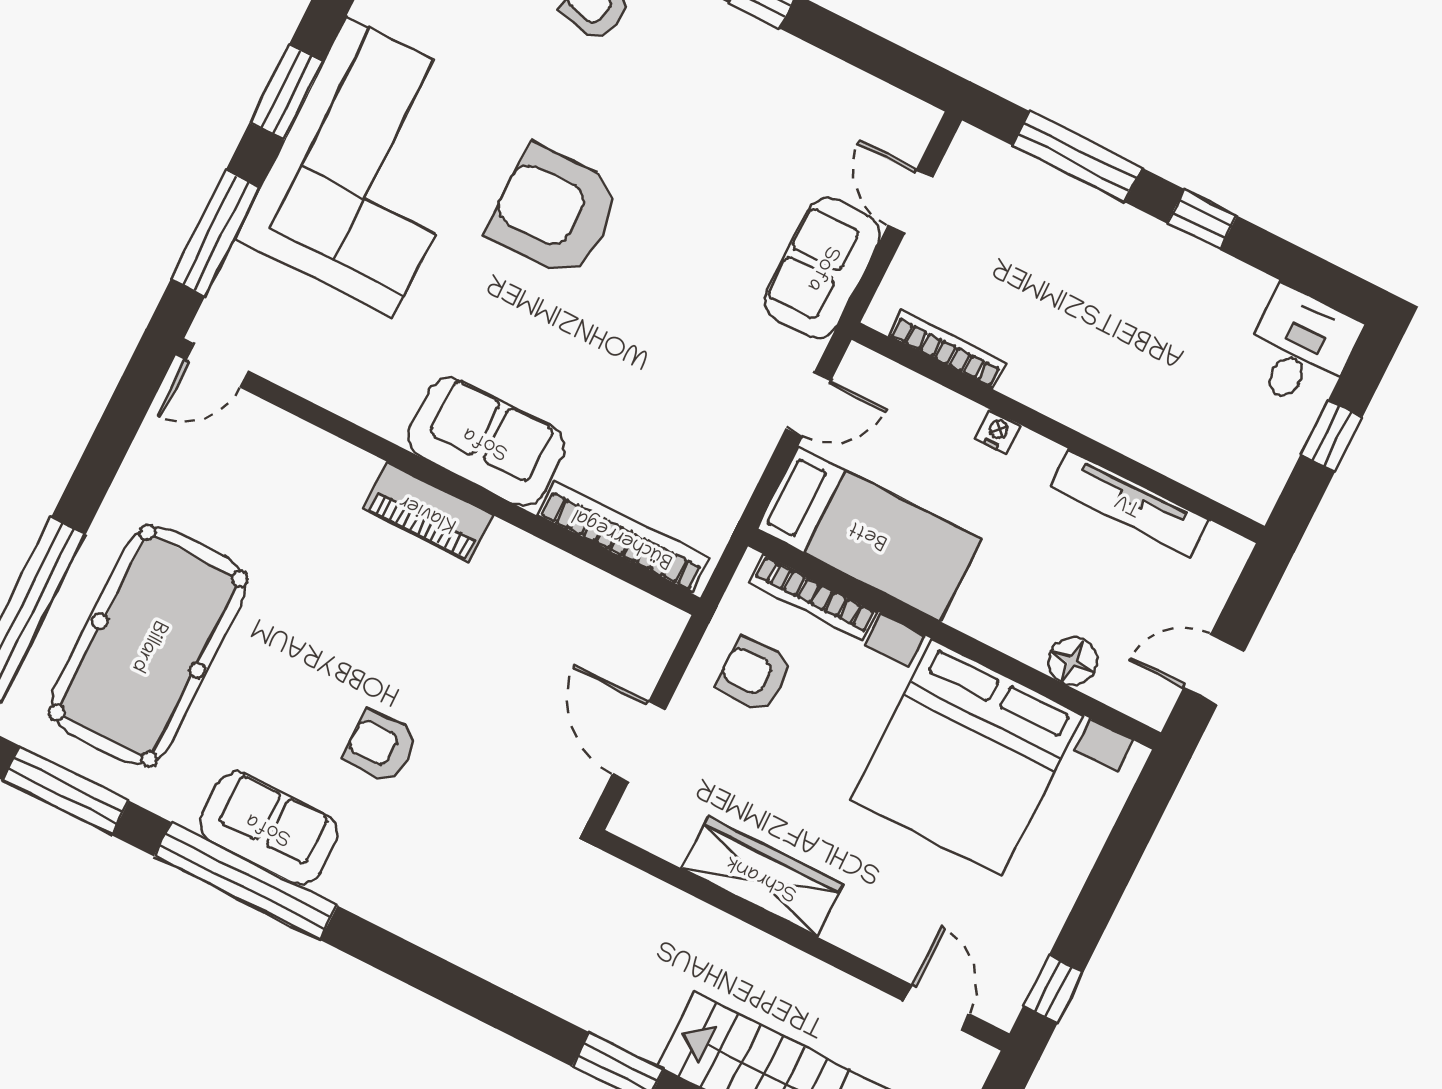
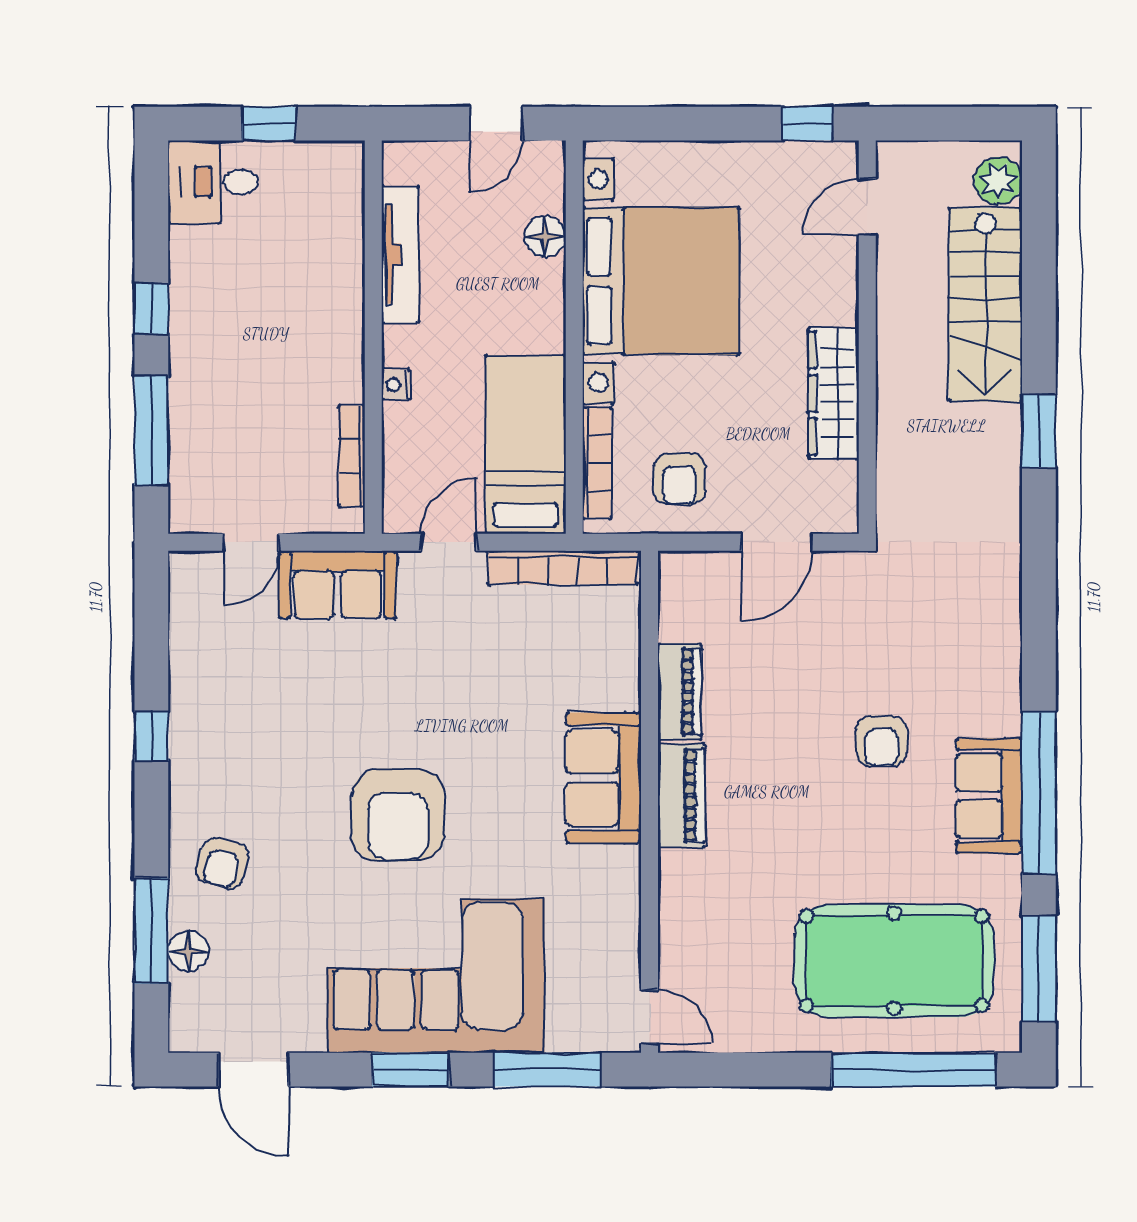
door: (808, 404) -> (449, 542), hinge flipped
bookcase: (623, 537) -> (563, 568), moved, turned -90
piano: (535, 564) -> (679, 692), added
door: (1214, 669) -> (496, 124), hinge flipped

